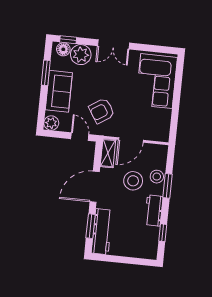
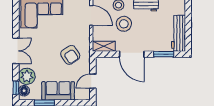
plant: (51, 123) -> (84, 94), removed
door: (80, 137) -> (93, 81), moved
door: (131, 140) -> (91, 15), moved
workbench: (102, 232) -> (179, 33), moved, turned -90

